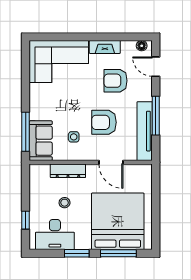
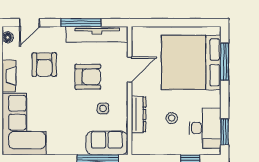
armchair: (104, 122) -> (88, 77), turned -90
window: (77, 253) -> (225, 132), moved

